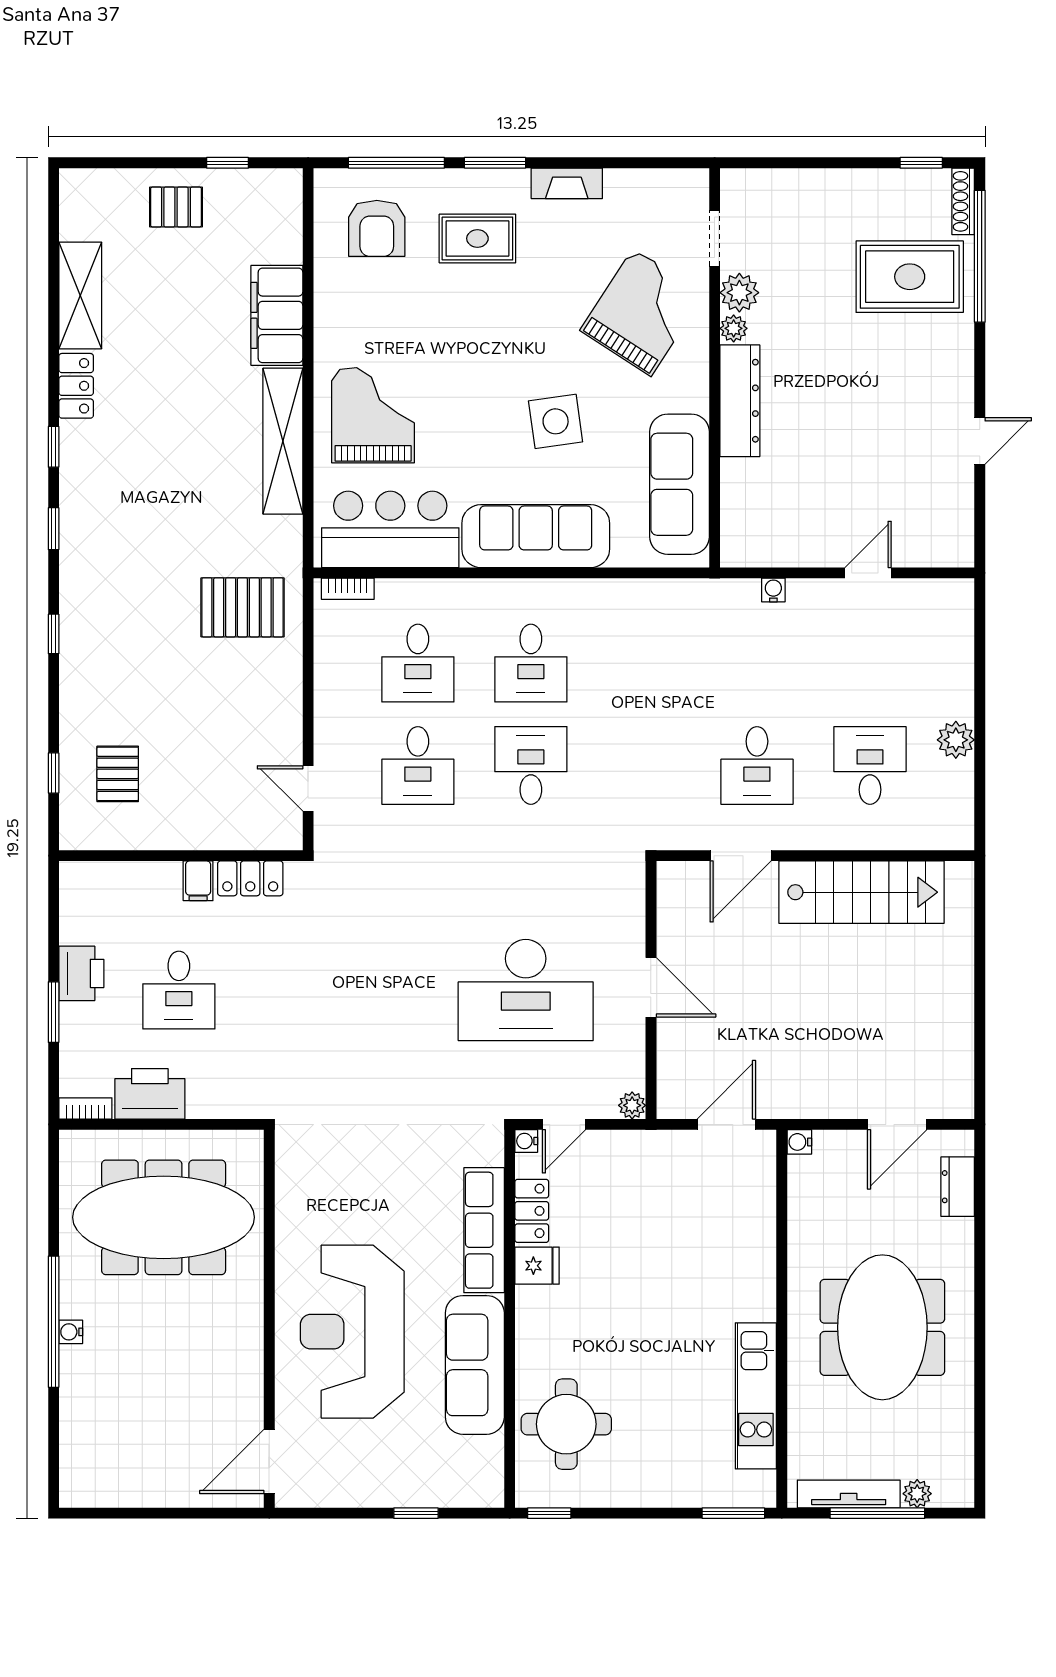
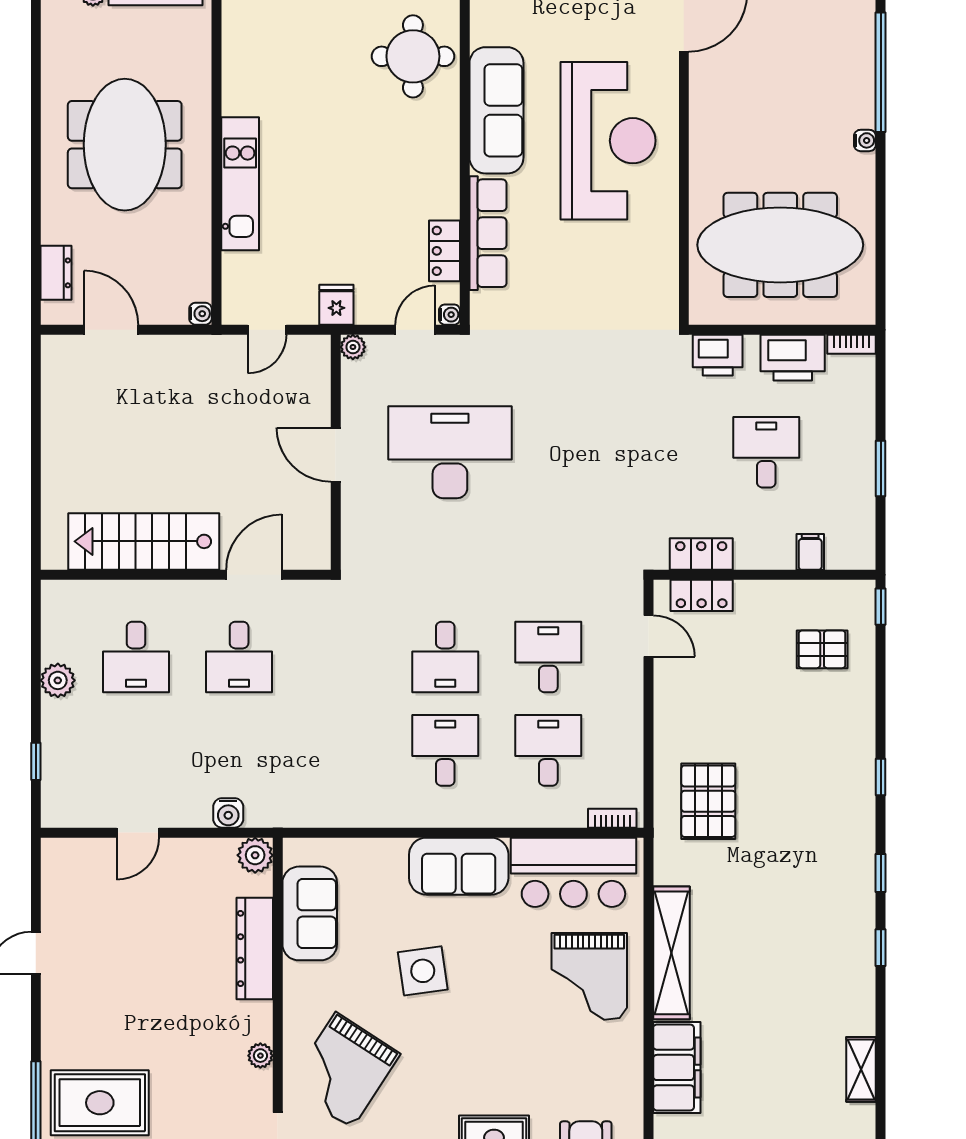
plant: (739, 293) -> (255, 855), moved
shelving: (80, 295) -> (861, 1069), width x0.67, depth x0.75
locker: (76, 386) -> (702, 595), moved, turned -90
dresser: (740, 401) -> (255, 948), moved
sofa: (680, 484) -> (310, 913), width x0.73
sofa: (536, 536) -> (459, 866), width x0.73
water cooler: (773, 590) -> (228, 813), width x1.38, depth x1.38
pallet: (242, 607) -> (708, 801), turned 90
window: (980, 651) -> (36, 761), added
desk: (757, 765) -> (239, 657), turned 180
window: (54, 773) -> (881, 607), moved
pallet: (118, 774) -> (822, 649), turned 90
filing cabinet: (198, 881) -> (810, 552), moved
printer: (81, 973) -> (718, 355), moved, turned -90
window: (54, 1012) -> (881, 468), moved
door: (726, 1124) -> (267, 330), width x0.73
door: (897, 1124) -> (111, 330), hinge flipped
fridge: (537, 1266) -> (336, 305), moved, turned 90
window: (54, 1322) -> (881, 72), moved
kitchen unit: (756, 1396) -> (240, 184), moved

